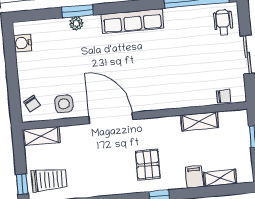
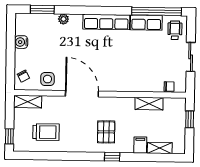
window: (78, 11) -> (42, 10), moved
row of seats: (185, 16) -> (146, 23), added
water cooler: (23, 43) -> (21, 42), moved
trolley: (49, 180) -> (46, 132), moved

